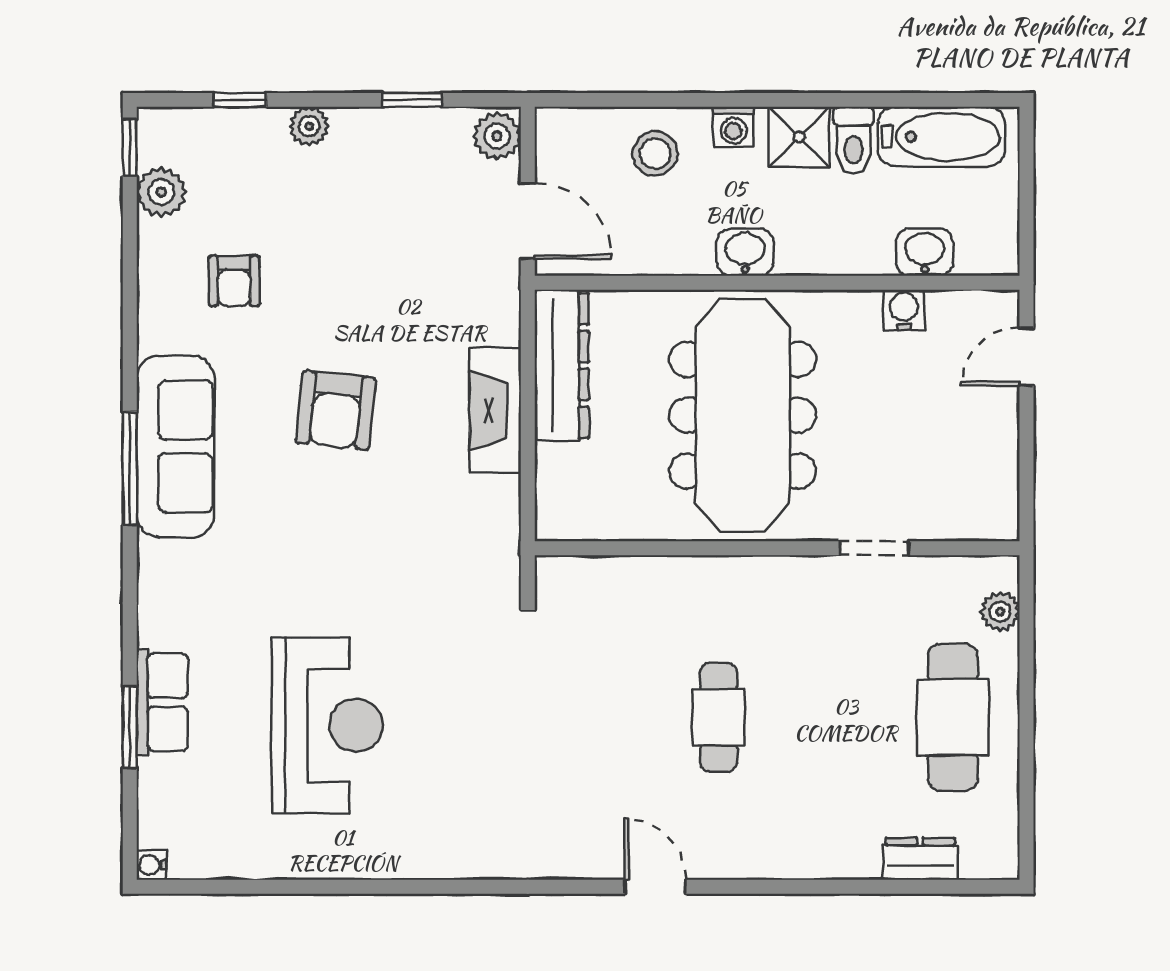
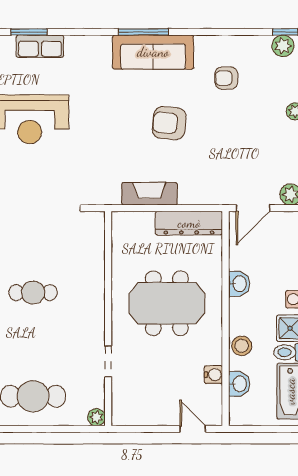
stool: (655, 154) -> (242, 346), moved
plant: (161, 192) -> (283, 46), moved
washbasin: (745, 252) -> (239, 284), moved
fireplace: (495, 410) -> (149, 194), moved
meeting table: (743, 415) -> (167, 303), width x0.73
plant: (1000, 612) -> (96, 417), moved

